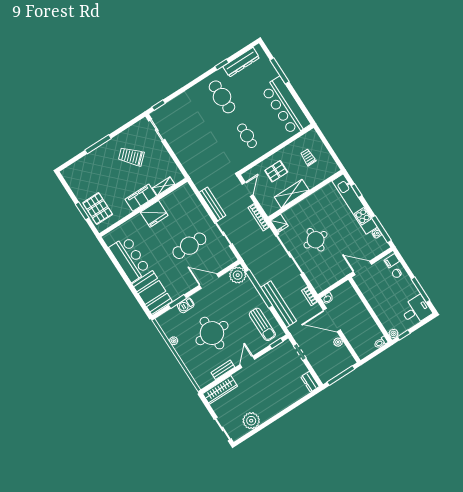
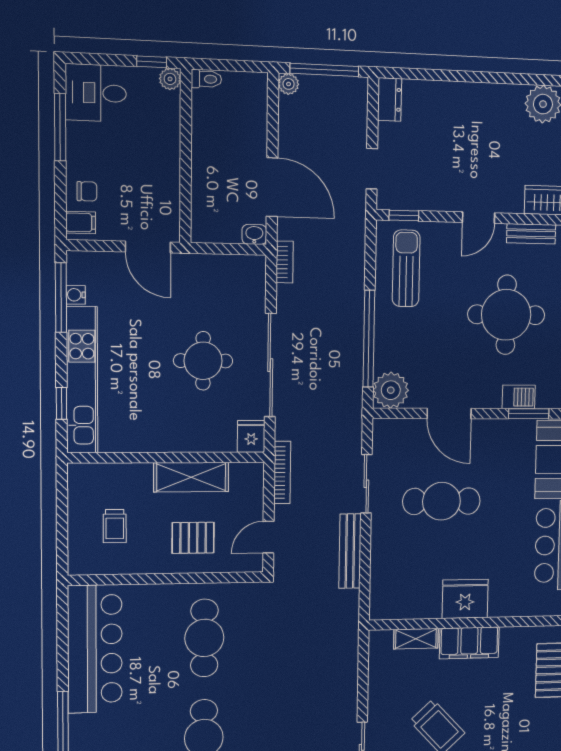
cafe table: (247, 136) -> (204, 638), width x1.37, depth x1.35
bench: (279, 304) -> (352, 286), removed
plant: (338, 342) -> (289, 84), moved

